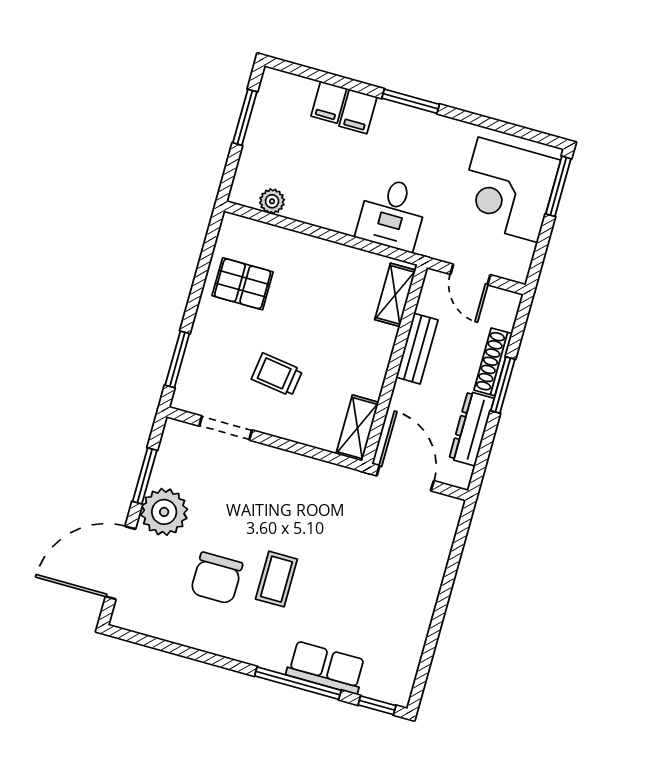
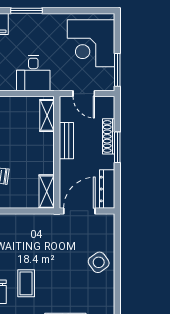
window: (558, 186) -> (117, 70), moved
dresser: (472, 429) -> (107, 189), moved
door: (405, 478) -> (79, 211), hinge flipped
side table: (414, 578) -> (99, 262), added

